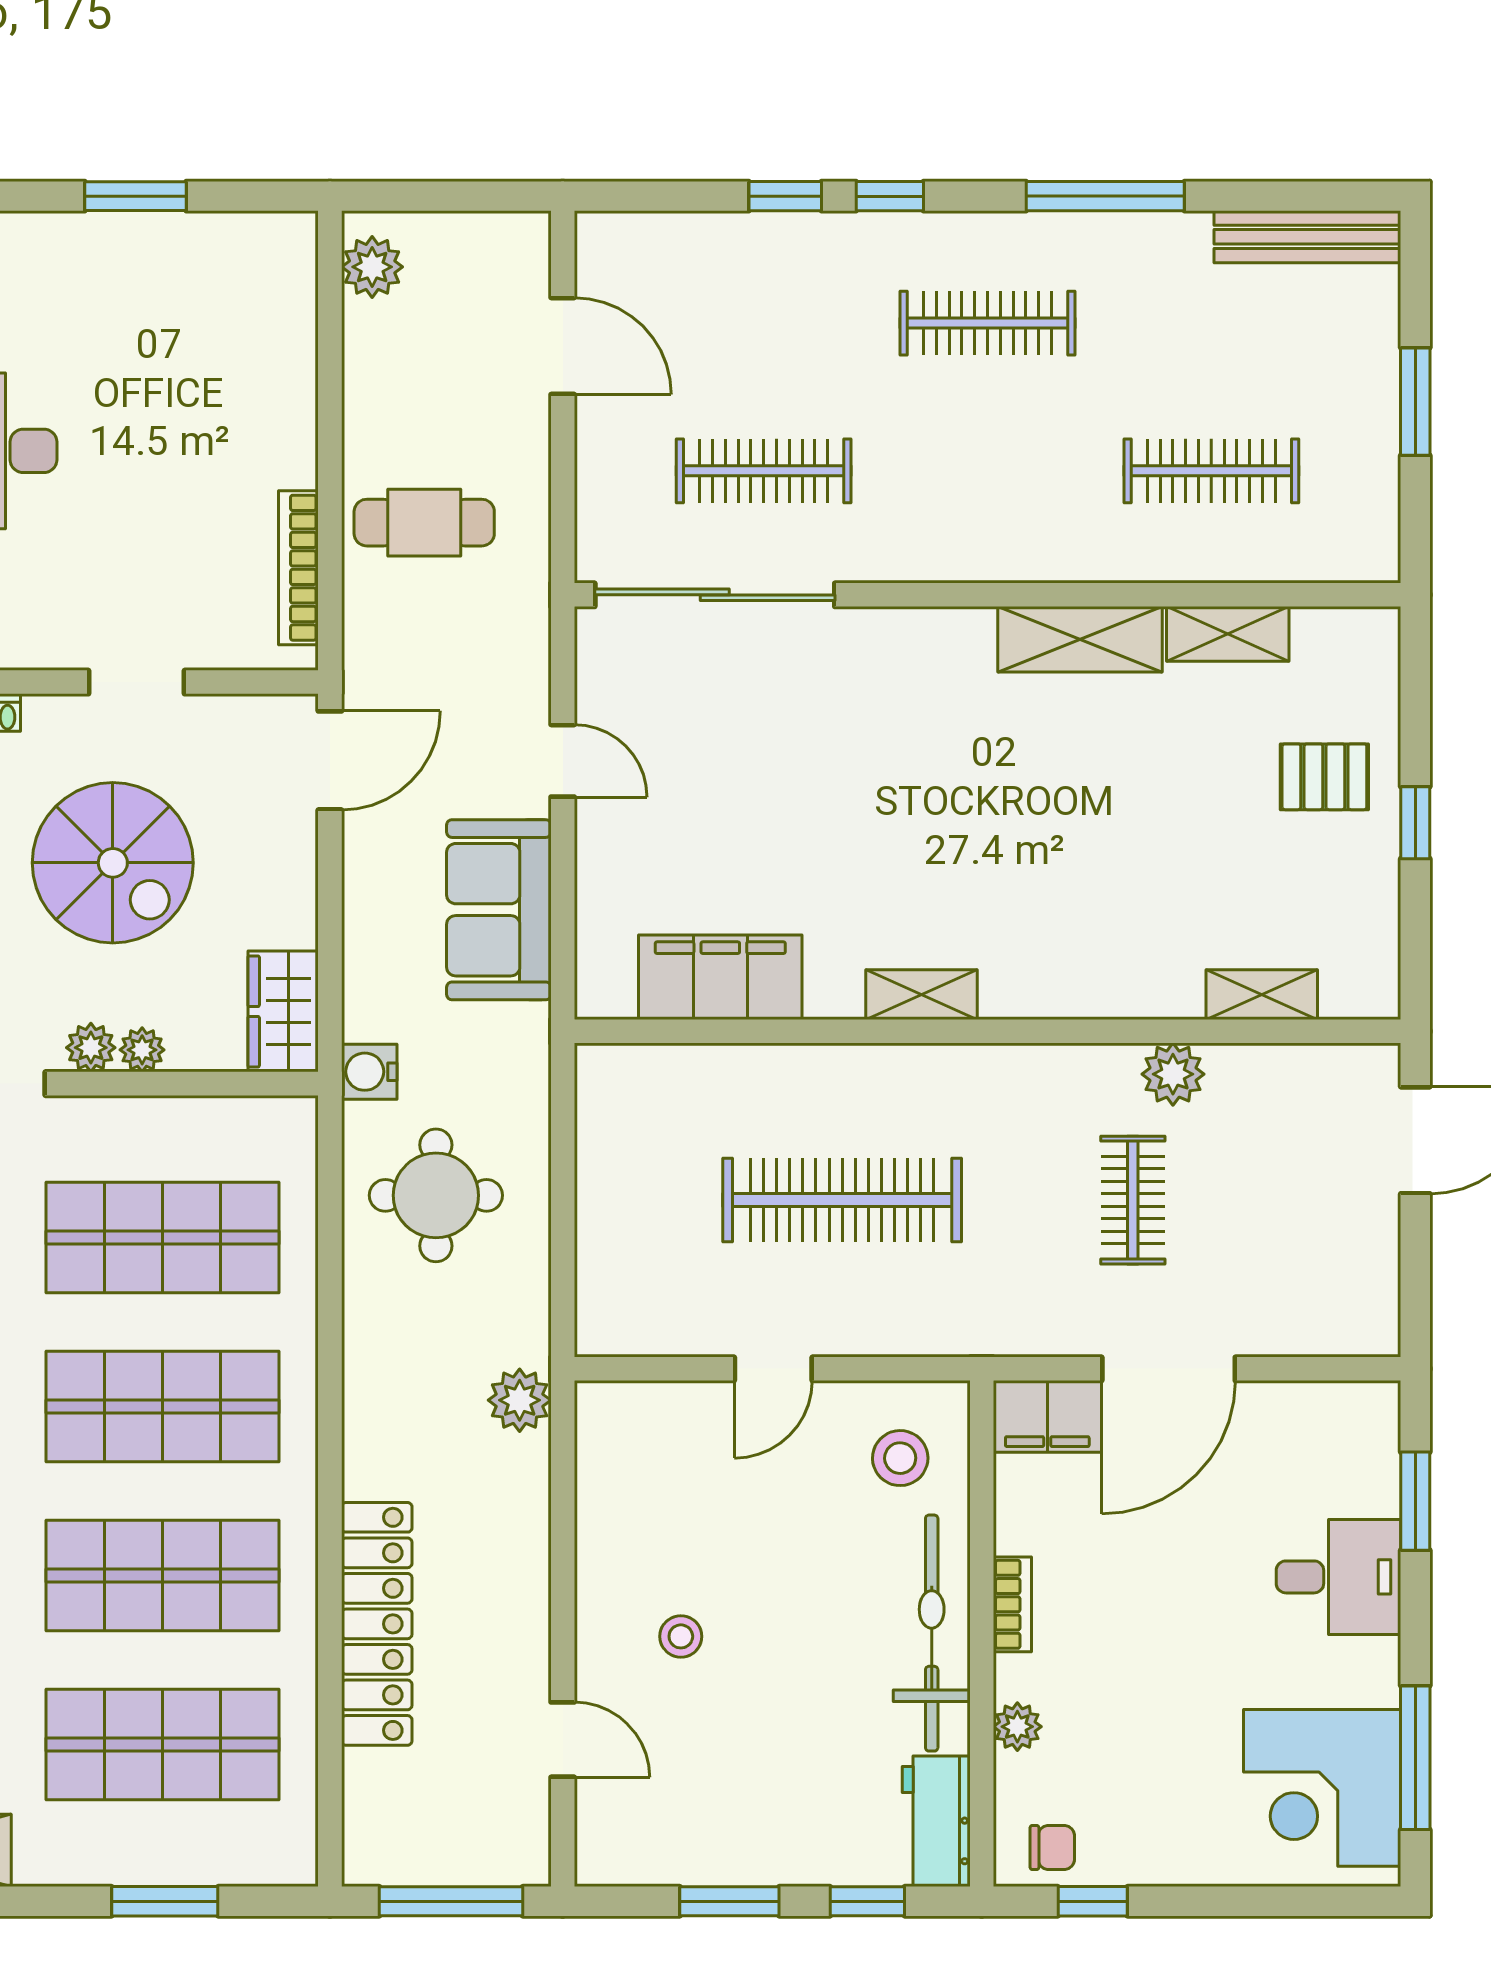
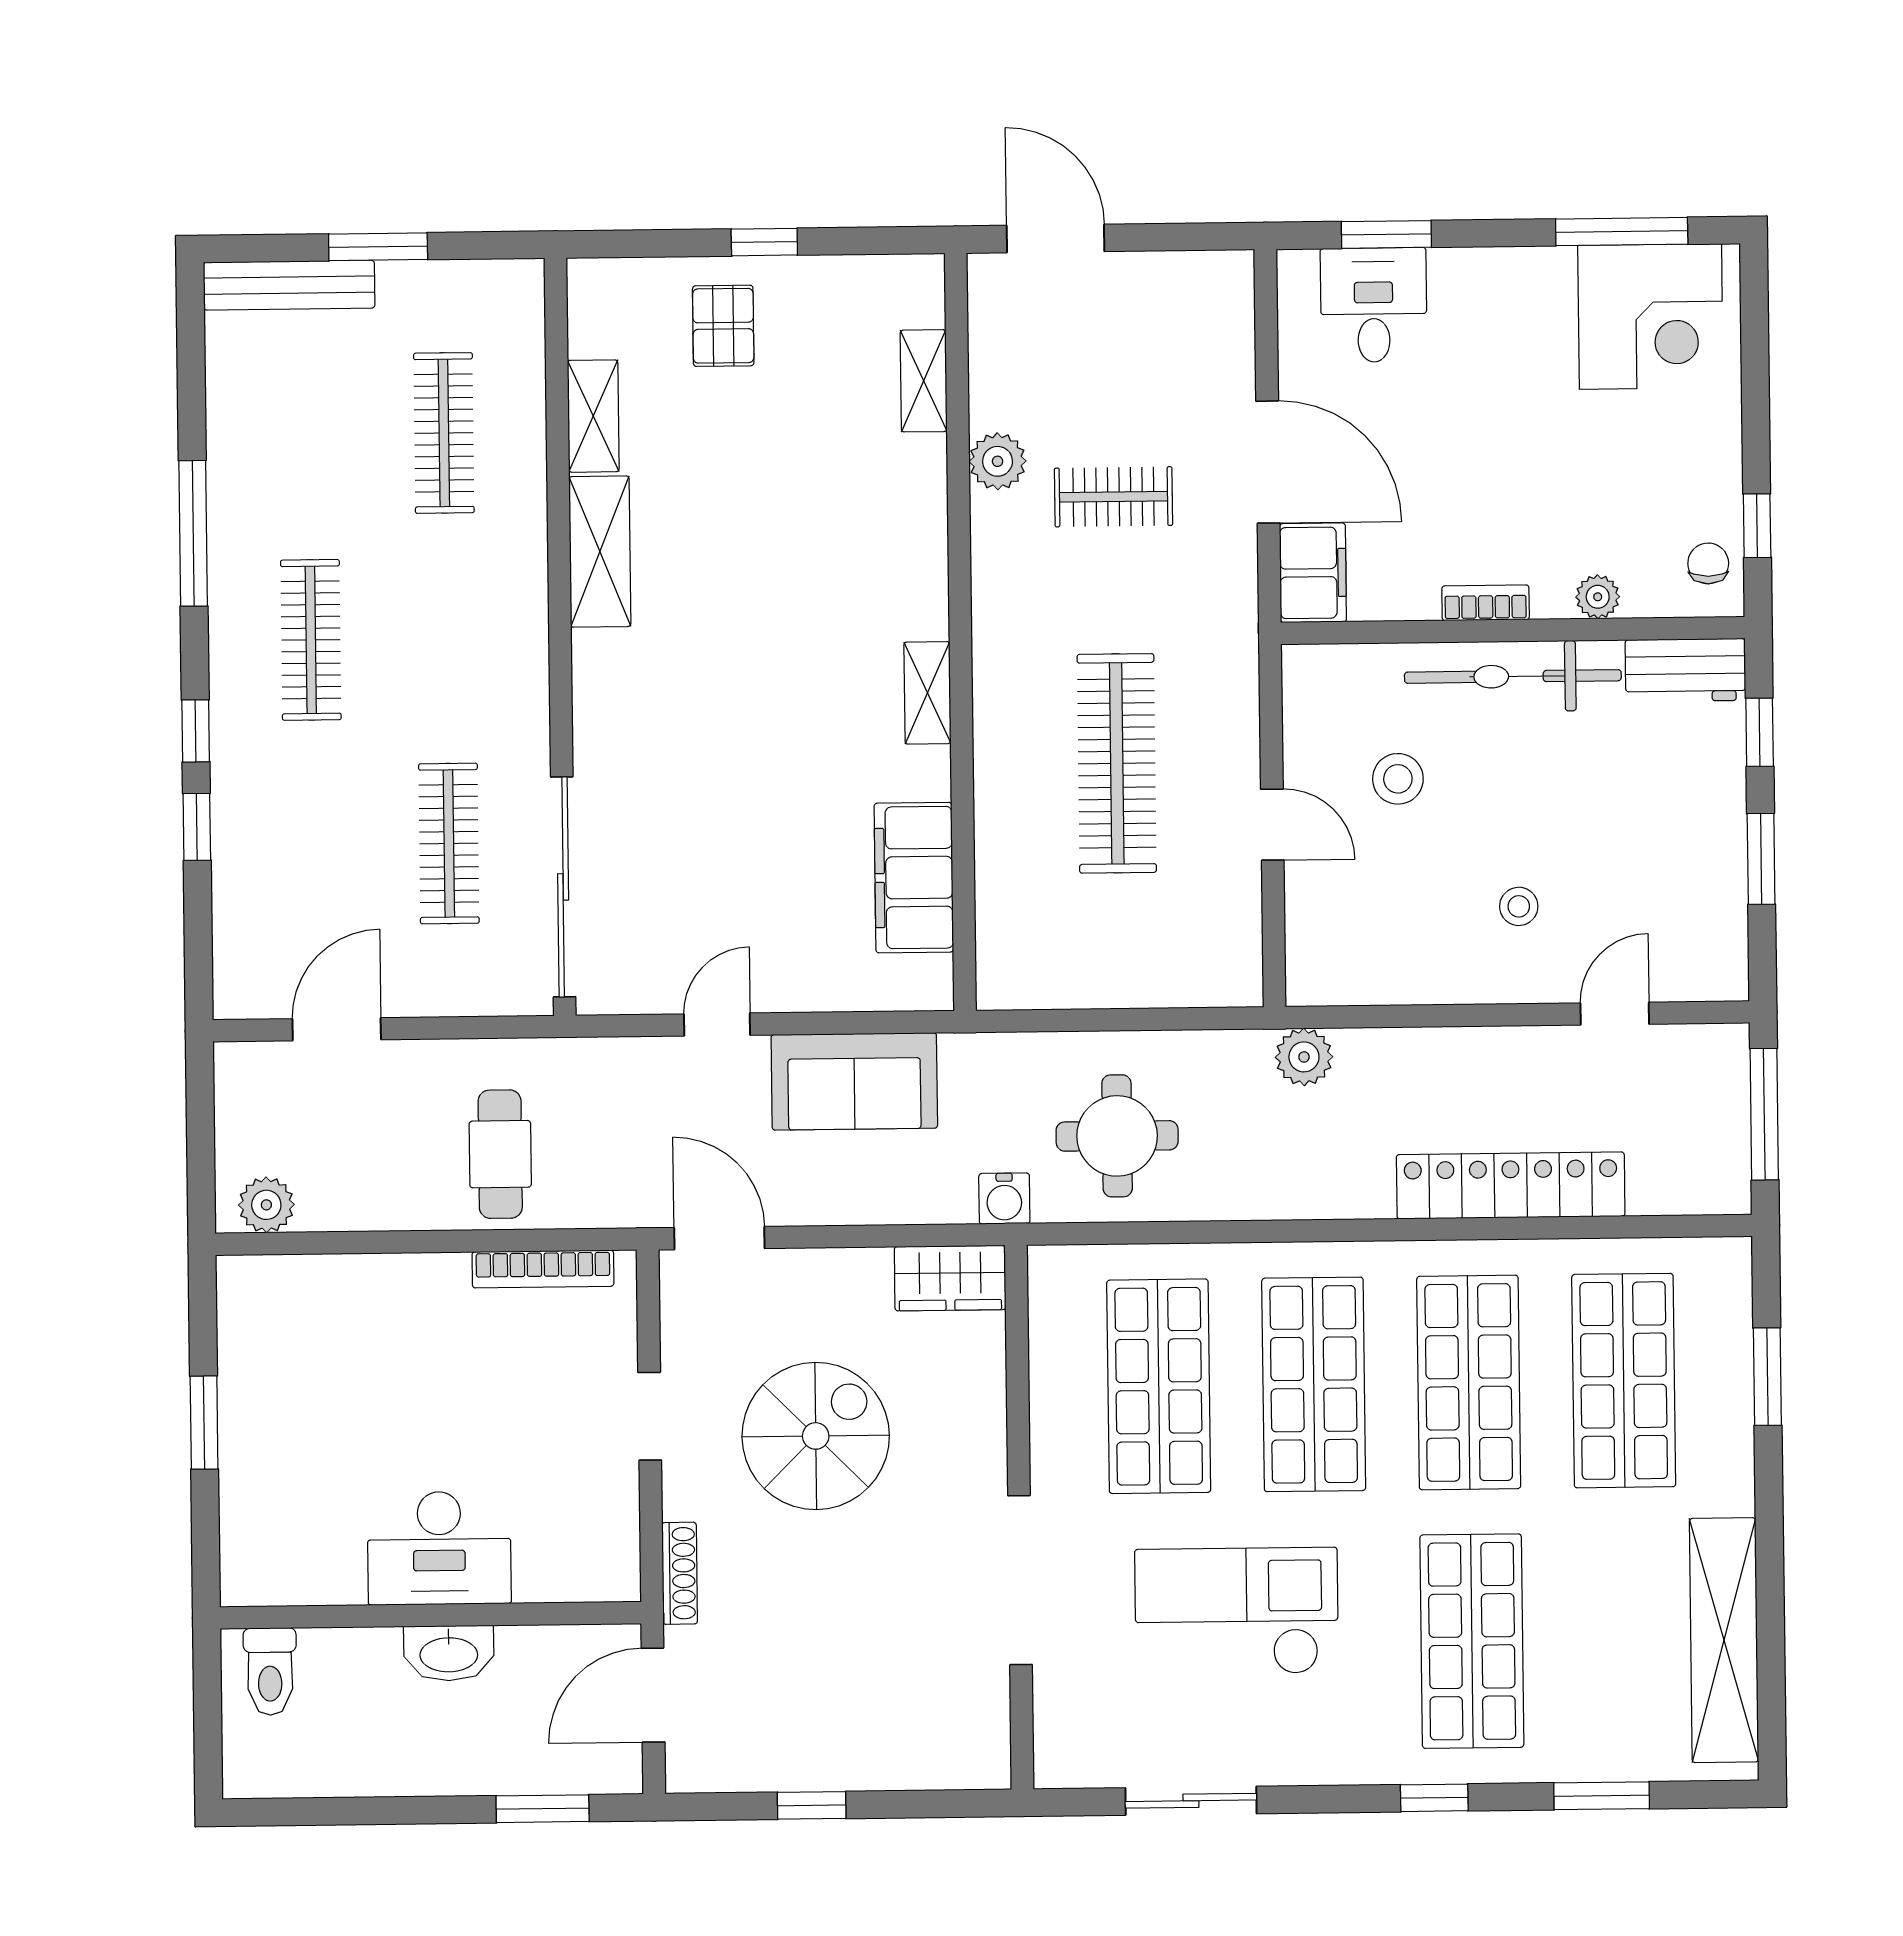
bench: (1307, 237) -> (289, 285), moved, turned 90
plant: (91, 1048) -> (985, 1454), removed
plant: (142, 1050) -> (987, 1407), removed
stool: (900, 1458) -> (1398, 779), moved
desk: (1338, 1577) -> (1374, 305), moved

